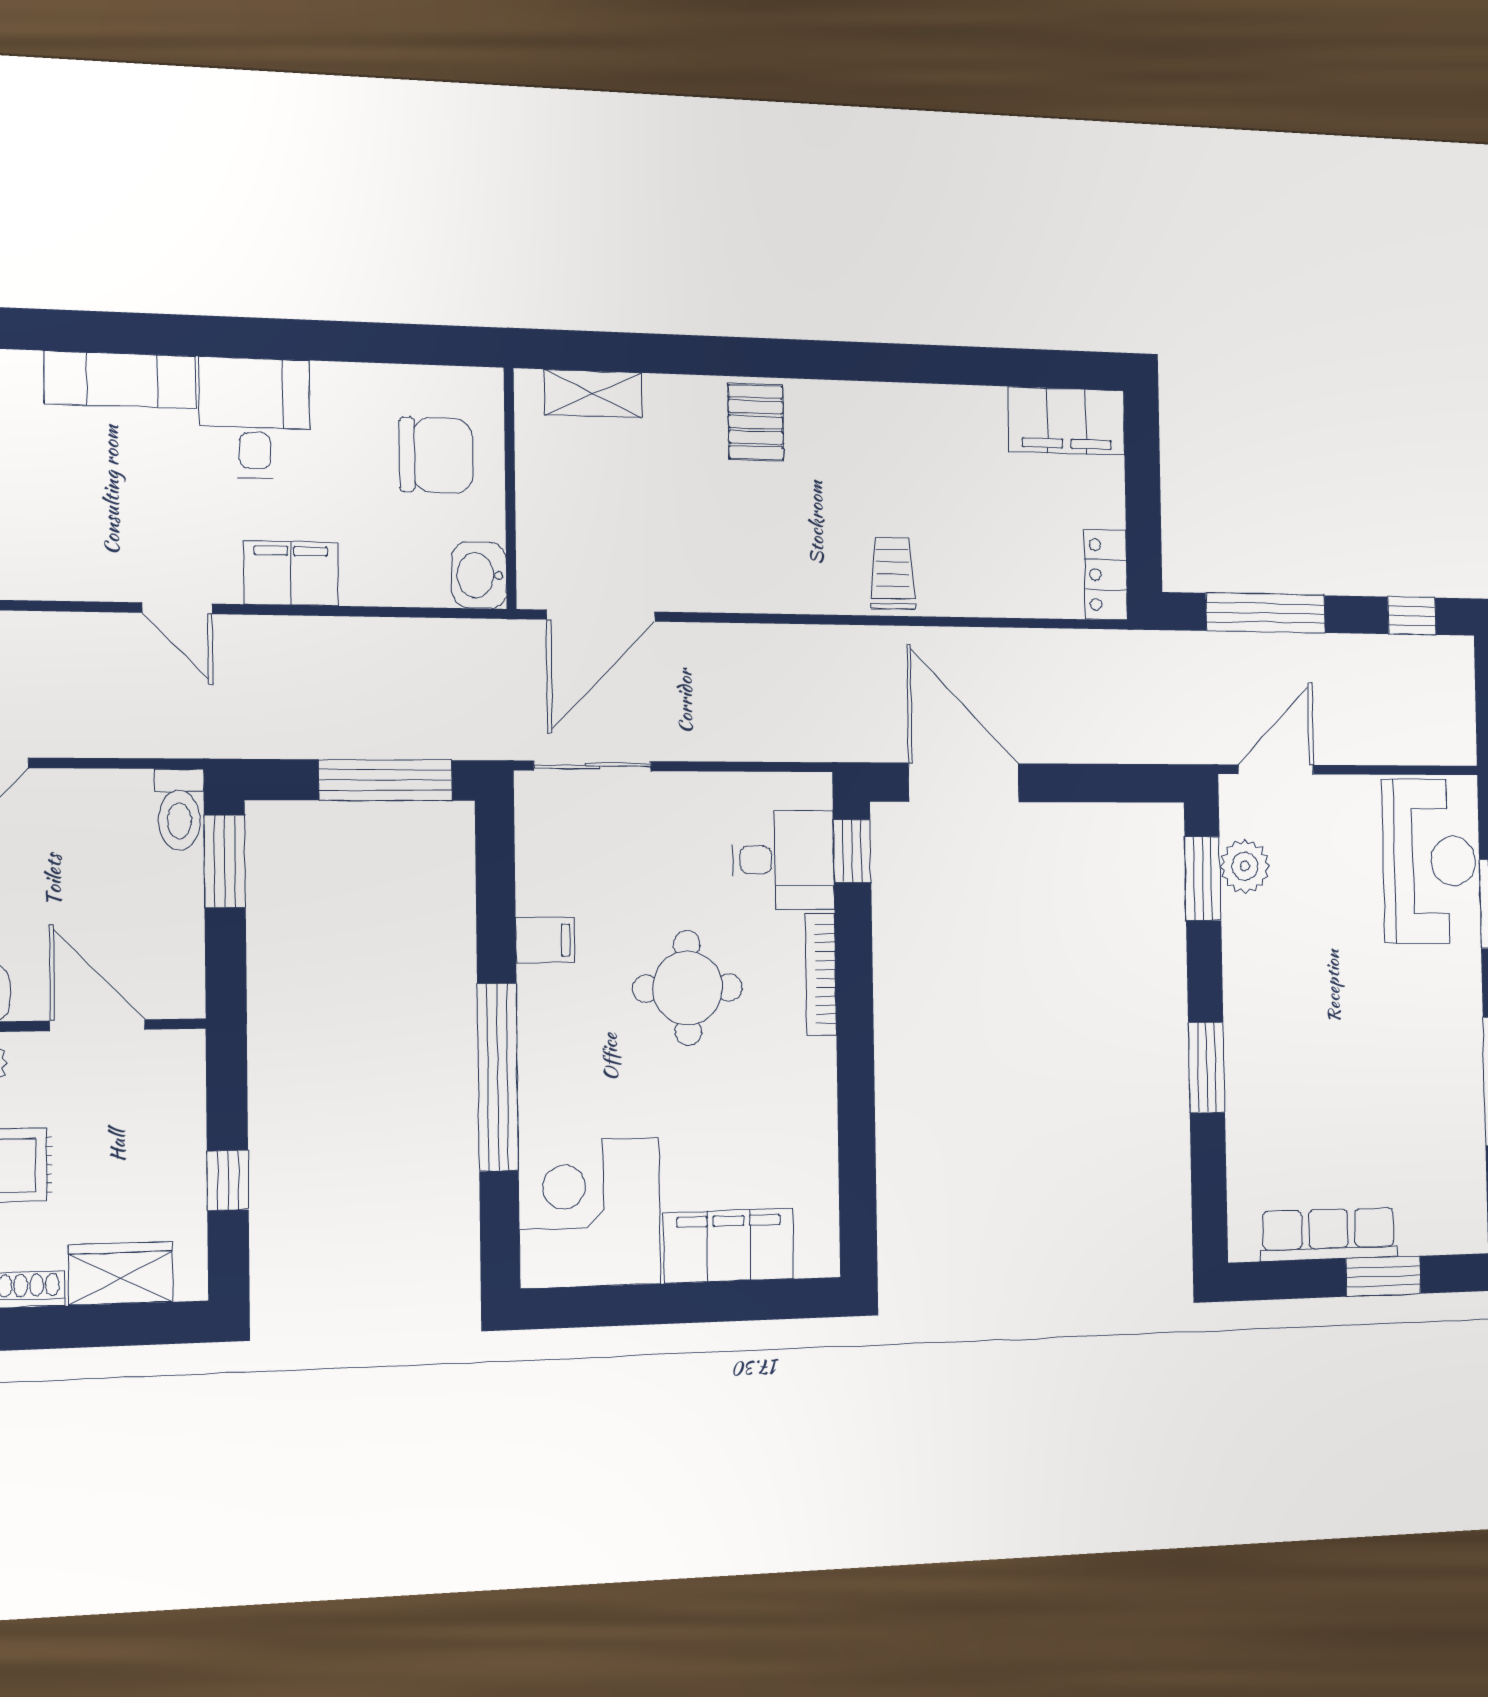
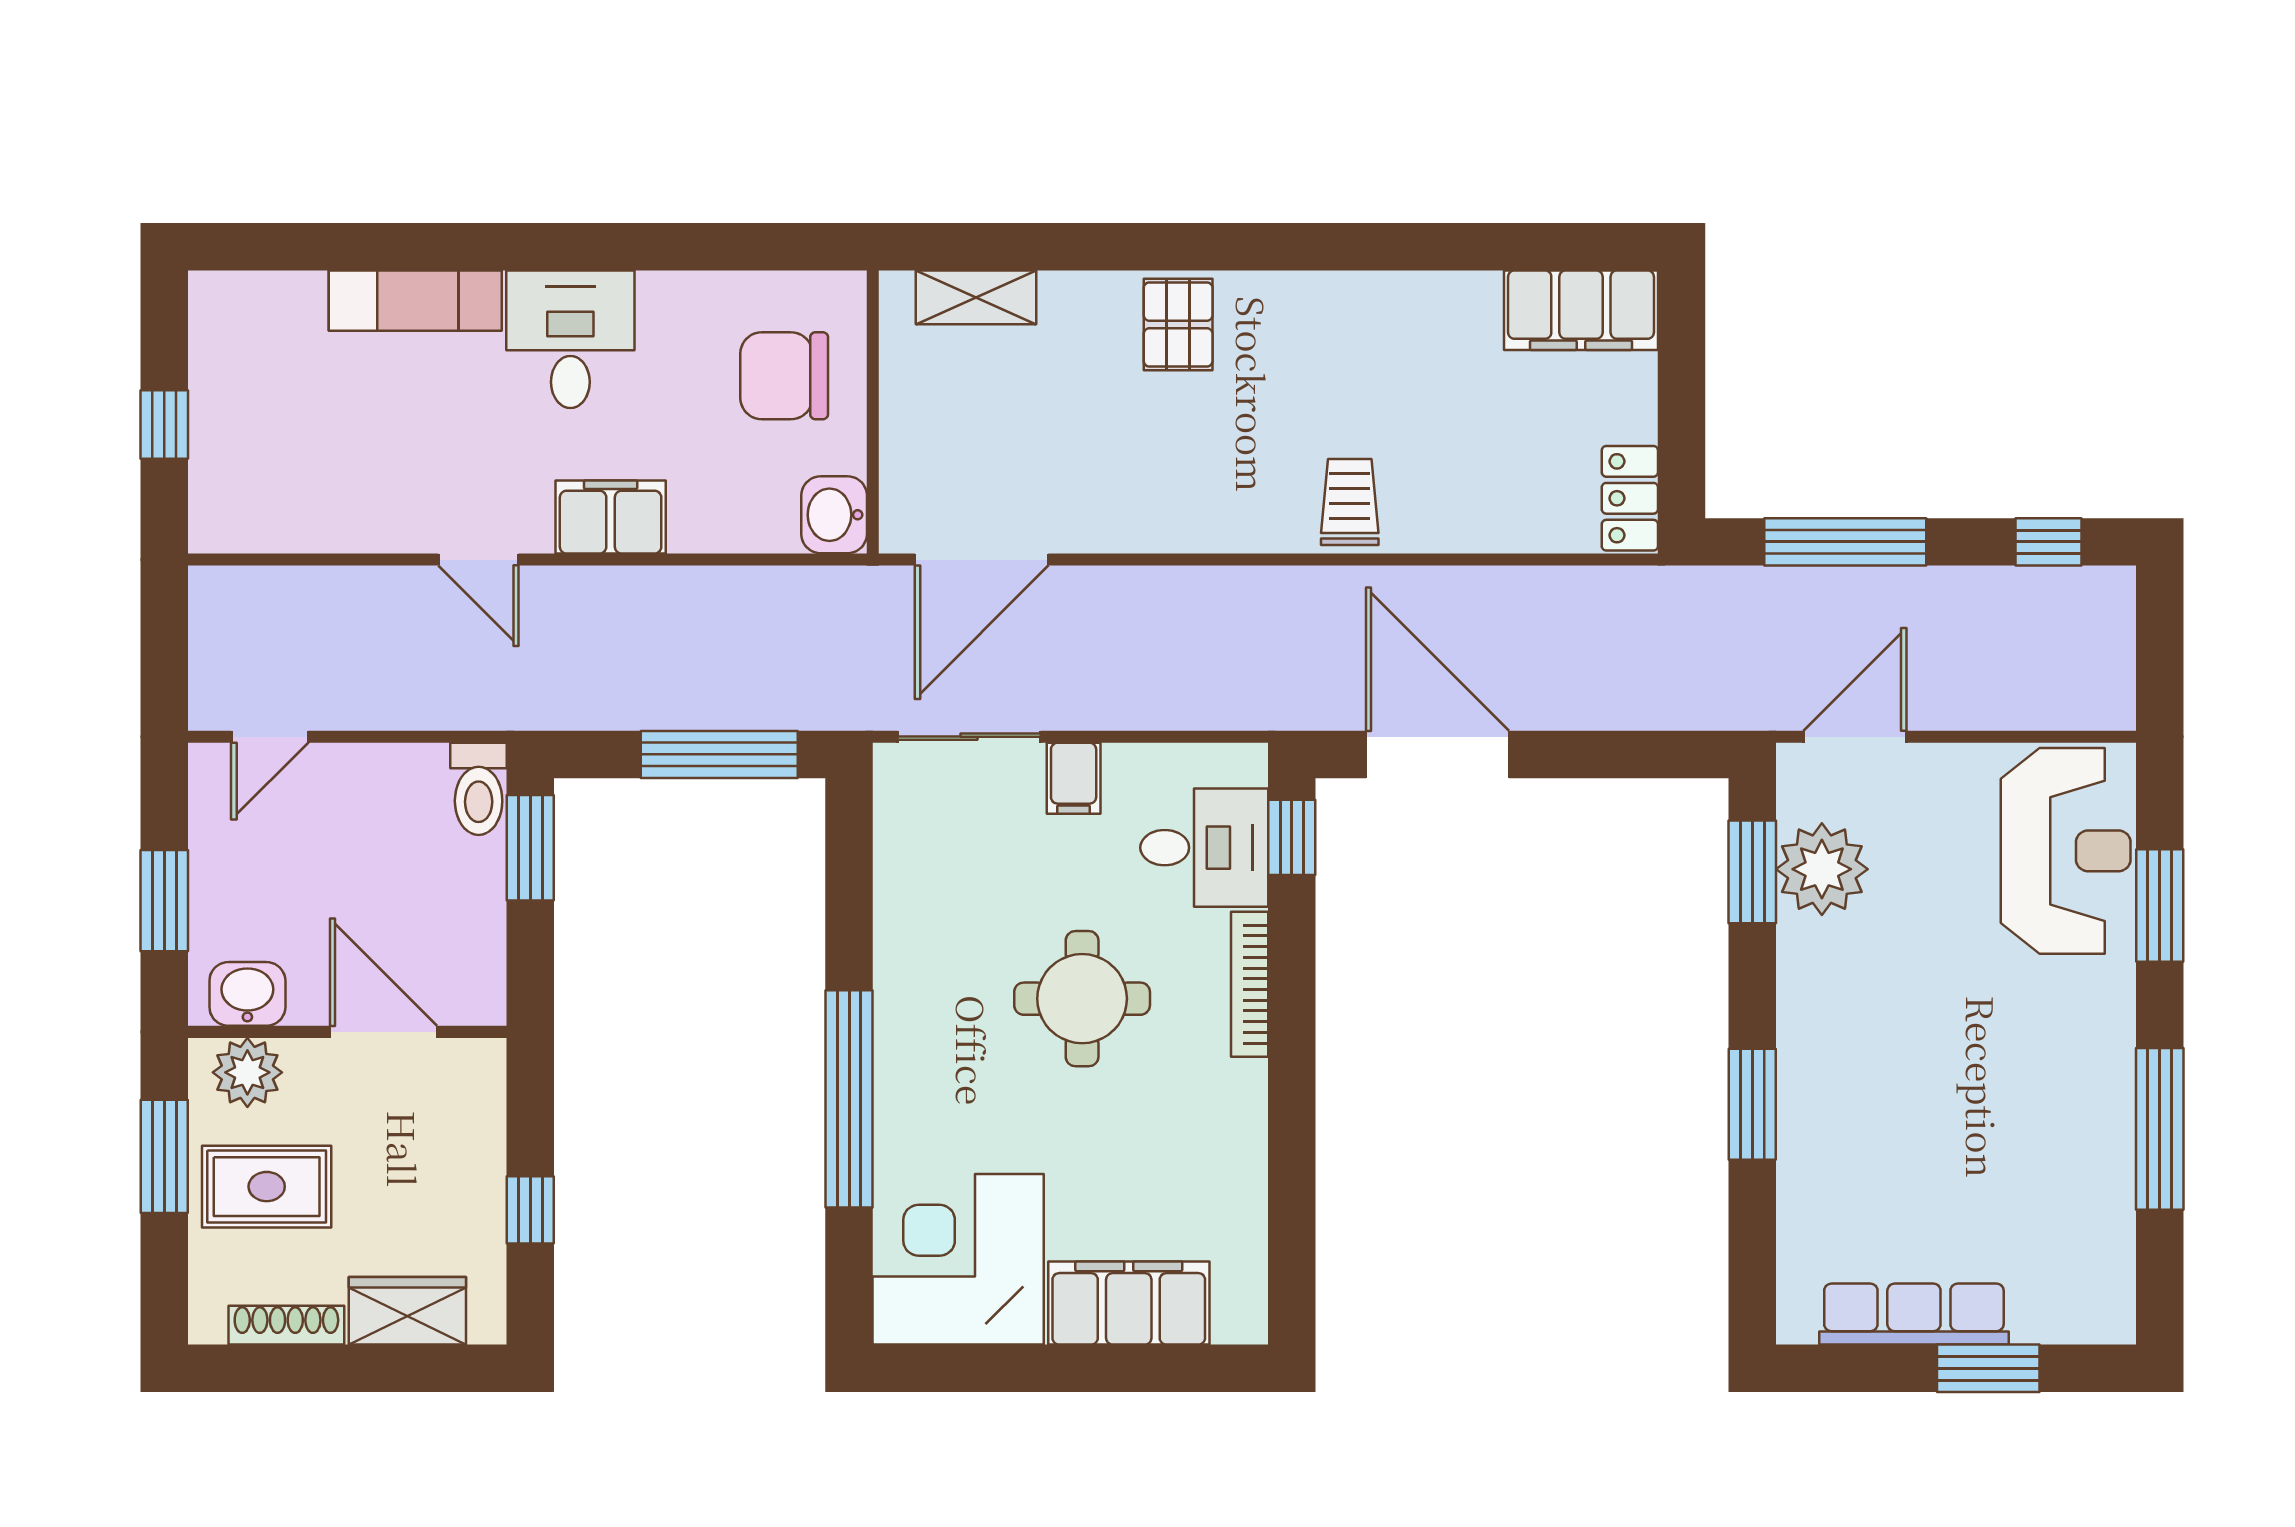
chair: (436, 455) -> (784, 376), turned 180
plant: (1245, 866) -> (1822, 869), width x1.36, depth x1.36
filing cabinet: (545, 940) -> (1074, 778), moved, turned 90

